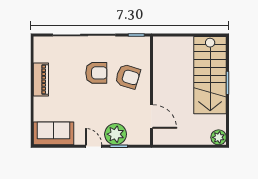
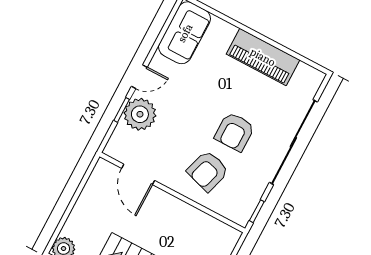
piano: (41, 79) -> (263, 57), width x1.37, depth x1.33
door: (152, 117) -> (138, 174), hinge flipped

